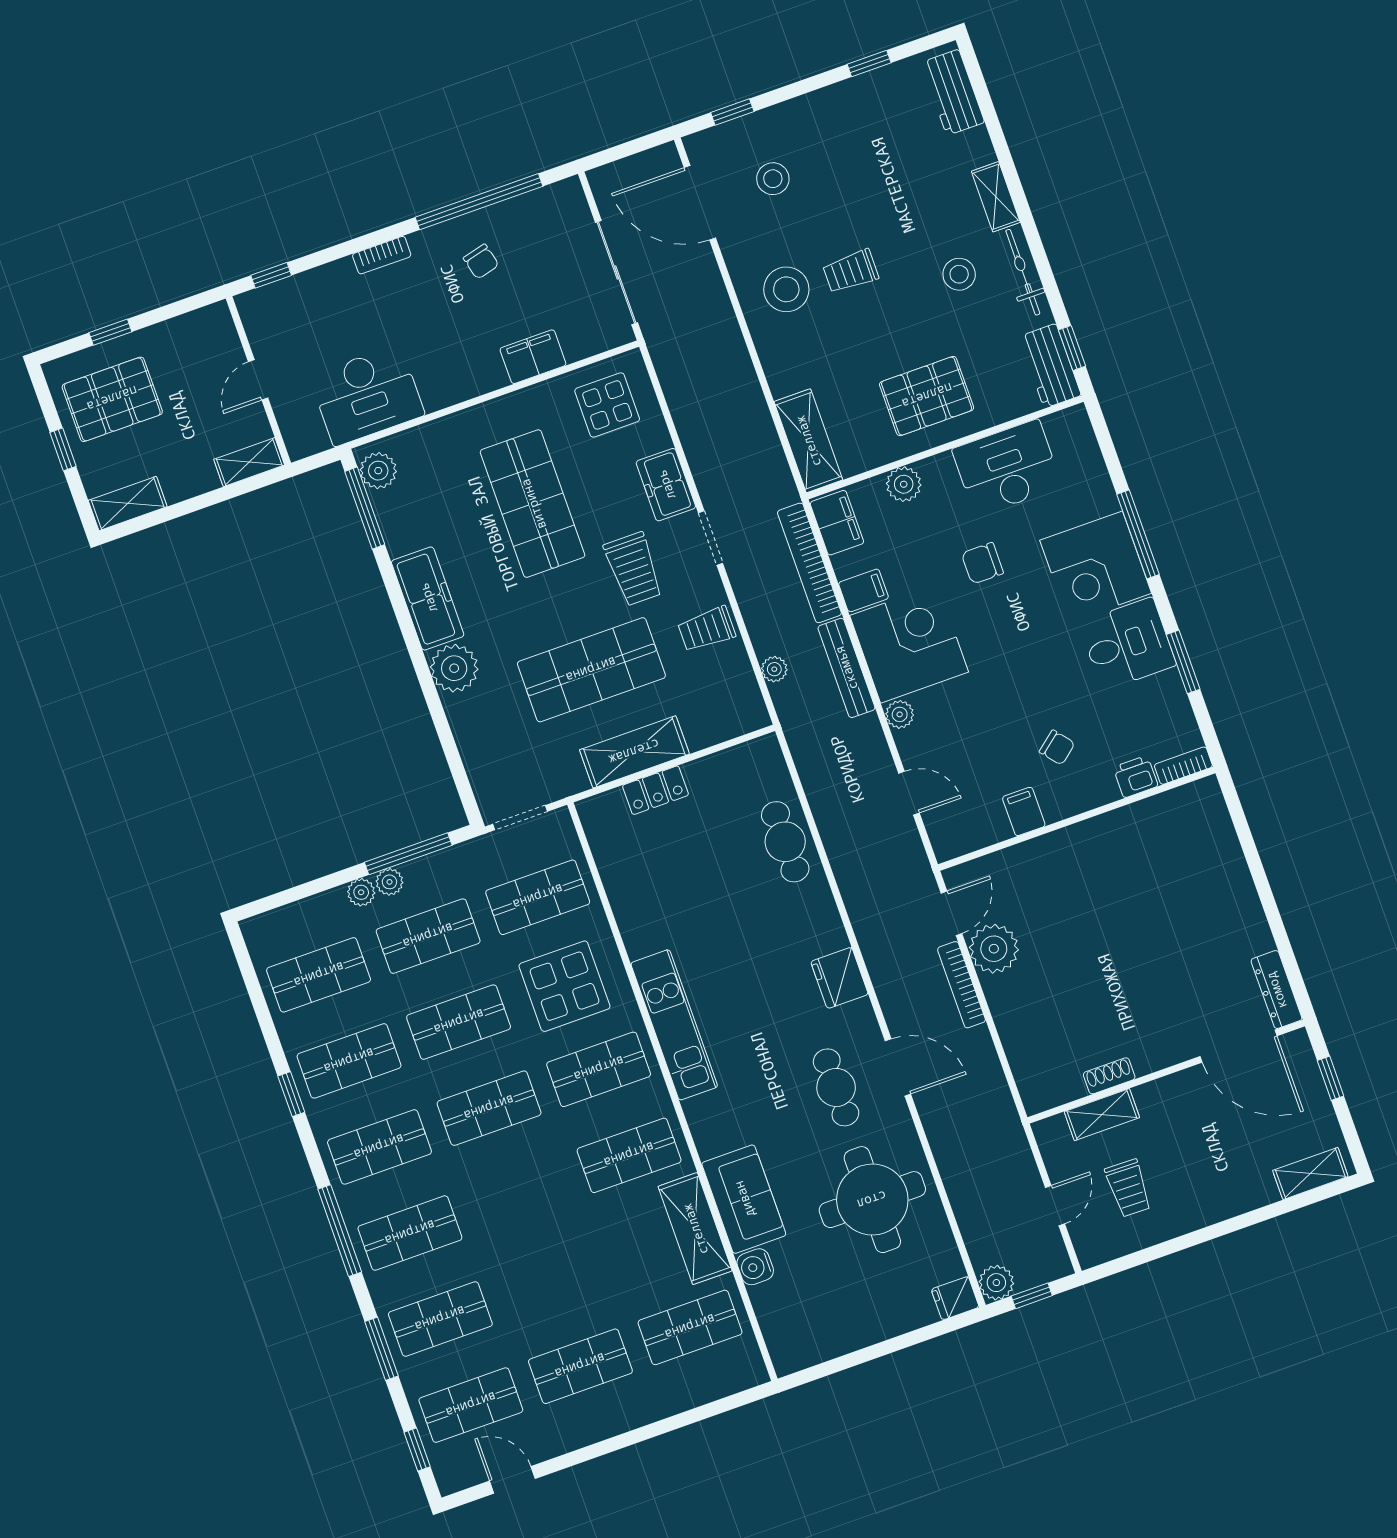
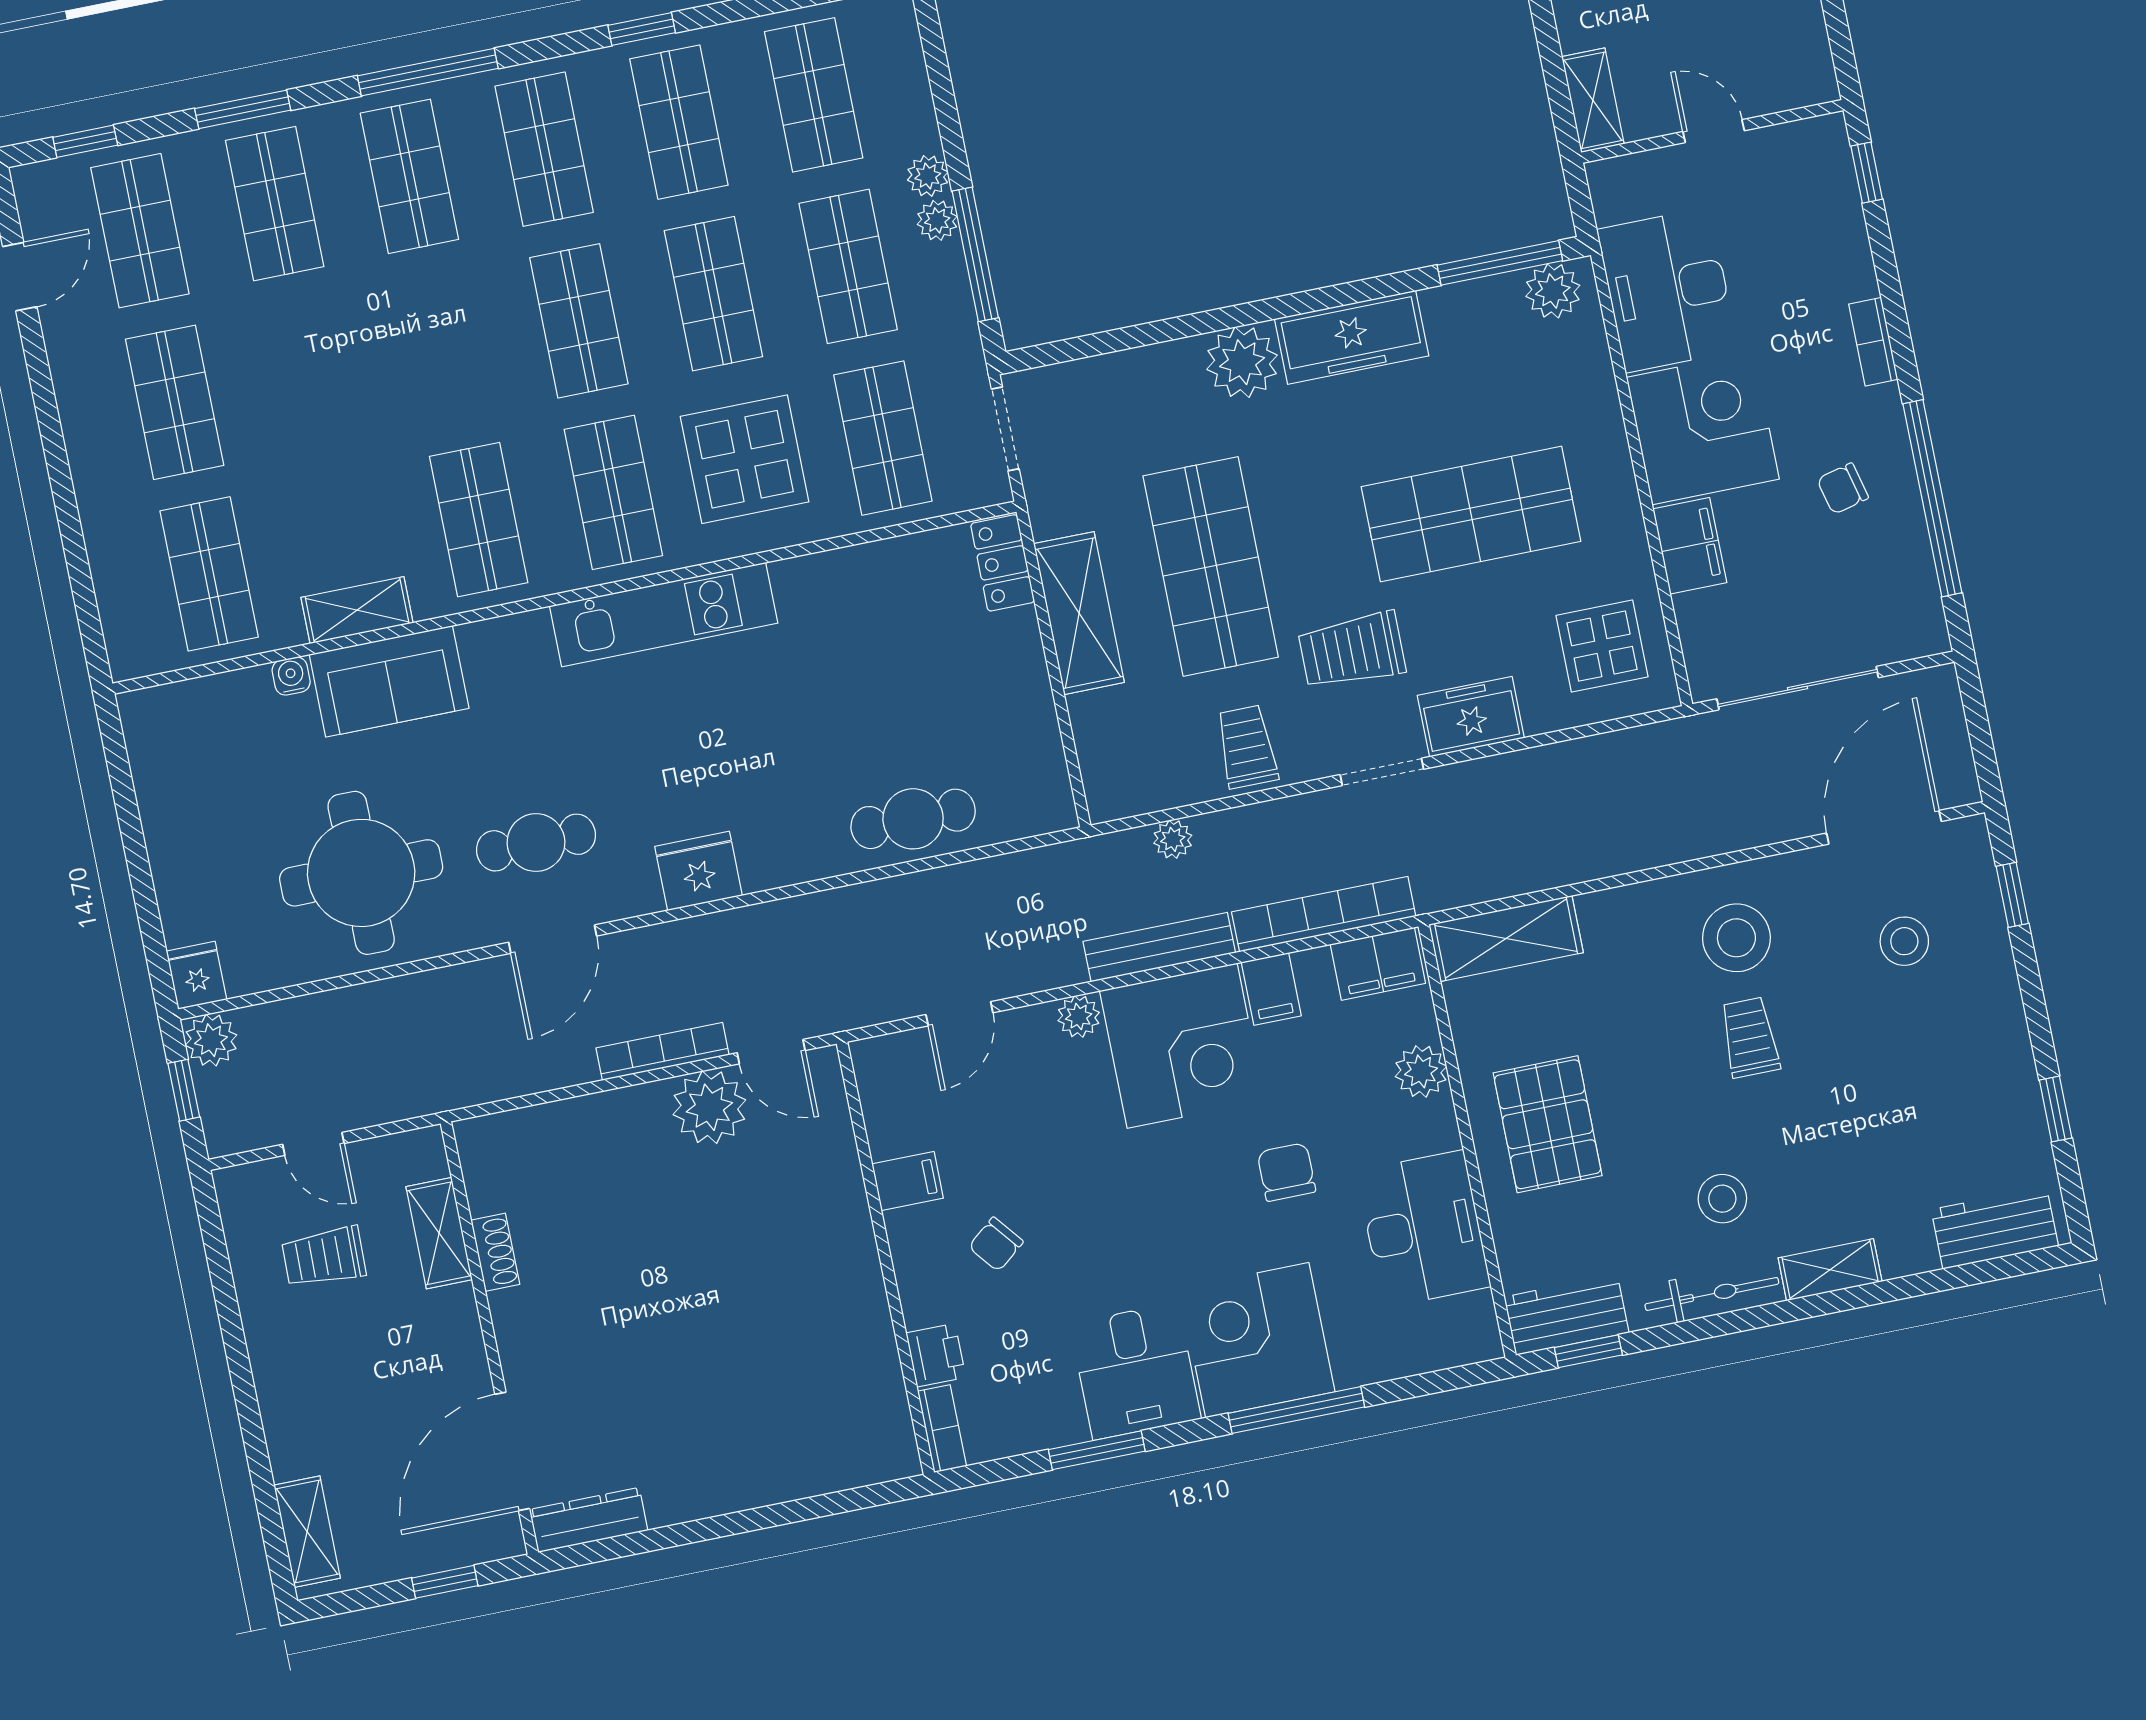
corner desk: (455, 359) -> (1703, 428), added
locker: (655, 790) -> (1003, 563), moved
shelving: (695, 1229) -> (357, 610), width x0.67, depth x0.75
water cooler: (755, 1267) -> (291, 676), width x0.72, depth x0.72

